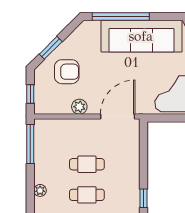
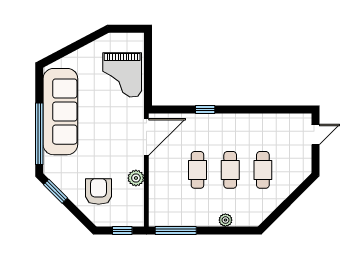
window: (51, 48) -> (56, 191), moved
door: (118, 116) -> (146, 137), swing flipped
window: (143, 198) -> (205, 109), moved

